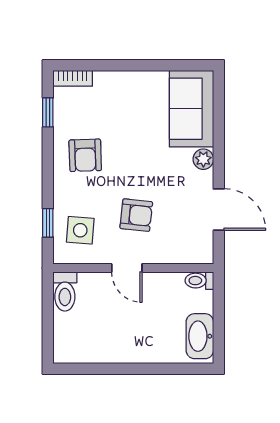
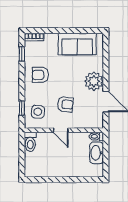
sofa: (191, 109) -> (77, 44), moved, turned -90
armchair: (85, 155) -> (40, 75), turned 92
plant: (203, 159) -> (94, 81), width x1.87, depth x1.87
washbasin: (200, 336) -> (97, 153), moved

